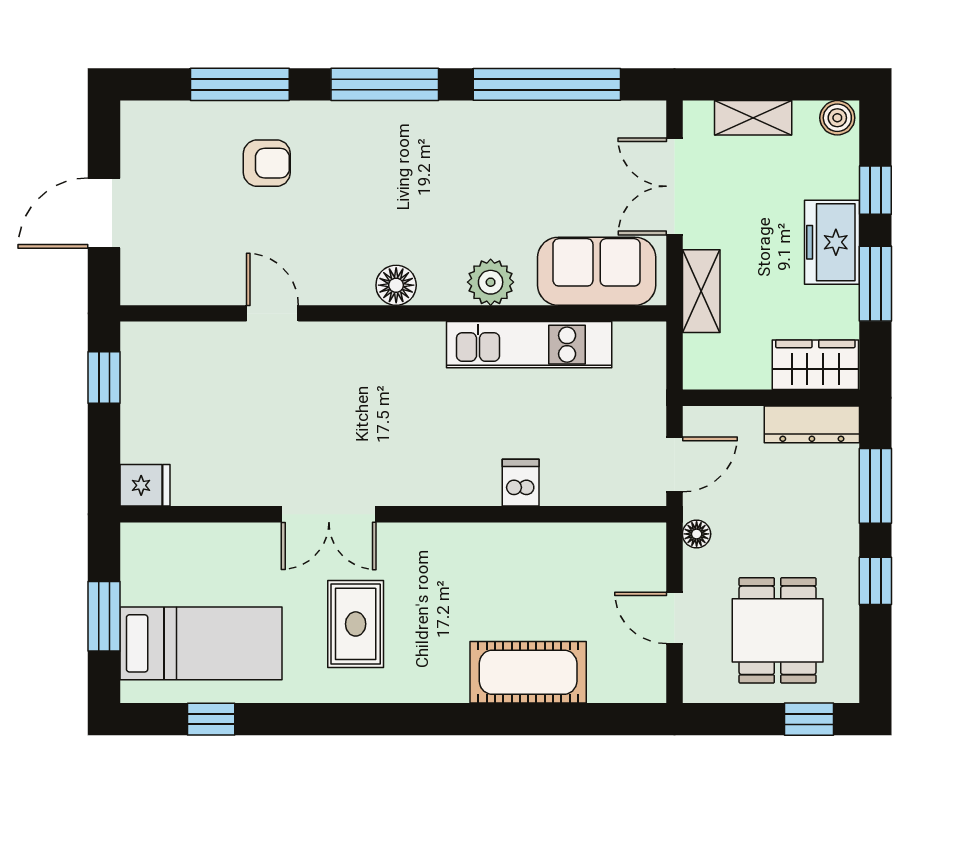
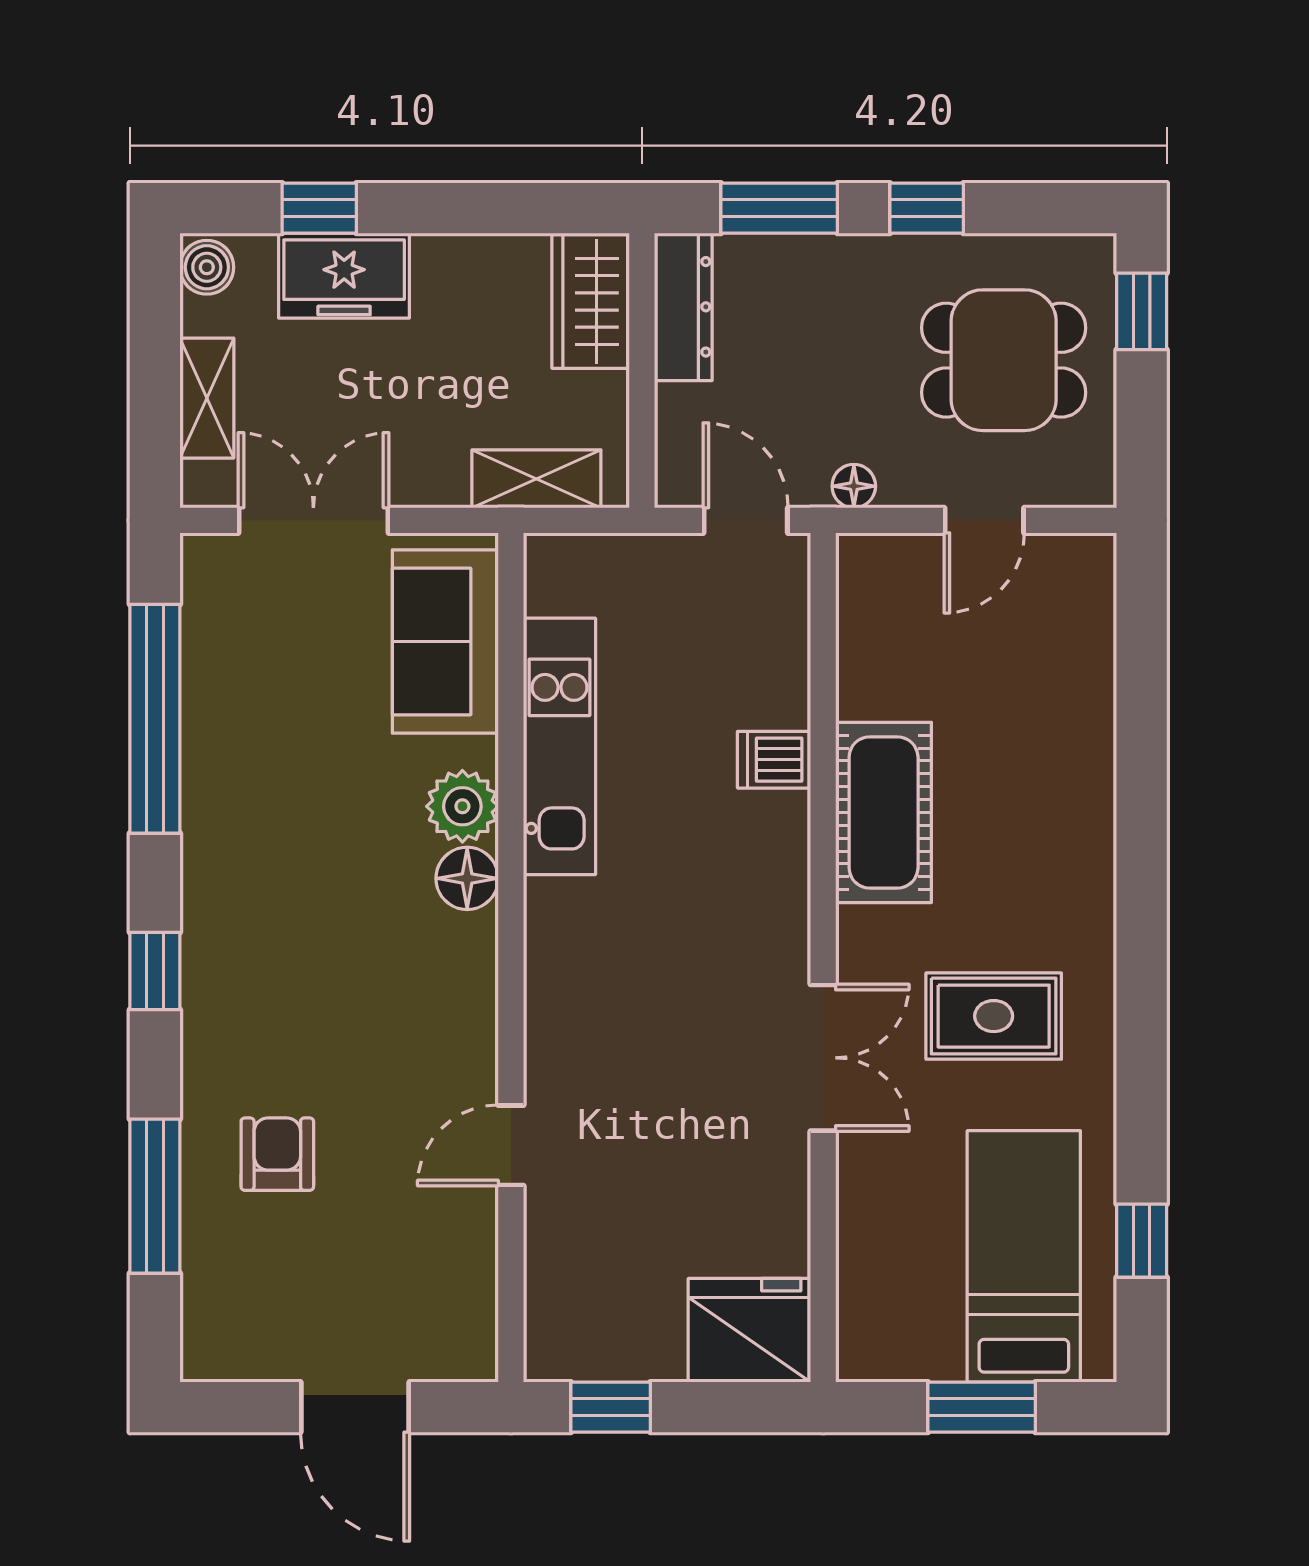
window: (385, 84) -> (155, 971), width x0.46
double door: (675, 186) -> (313, 520), swing flipped
freezer: (832, 242) -> (344, 276), moved
window: (875, 284) -> (465, 208), removed
floor lamp: (396, 285) -> (467, 878), moved
shelving: (701, 291) -> (536, 479), moved
fridge: (145, 485) -> (749, 1330), width x1.88, depth x1.34
cot: (528, 672) -> (884, 812), moved

